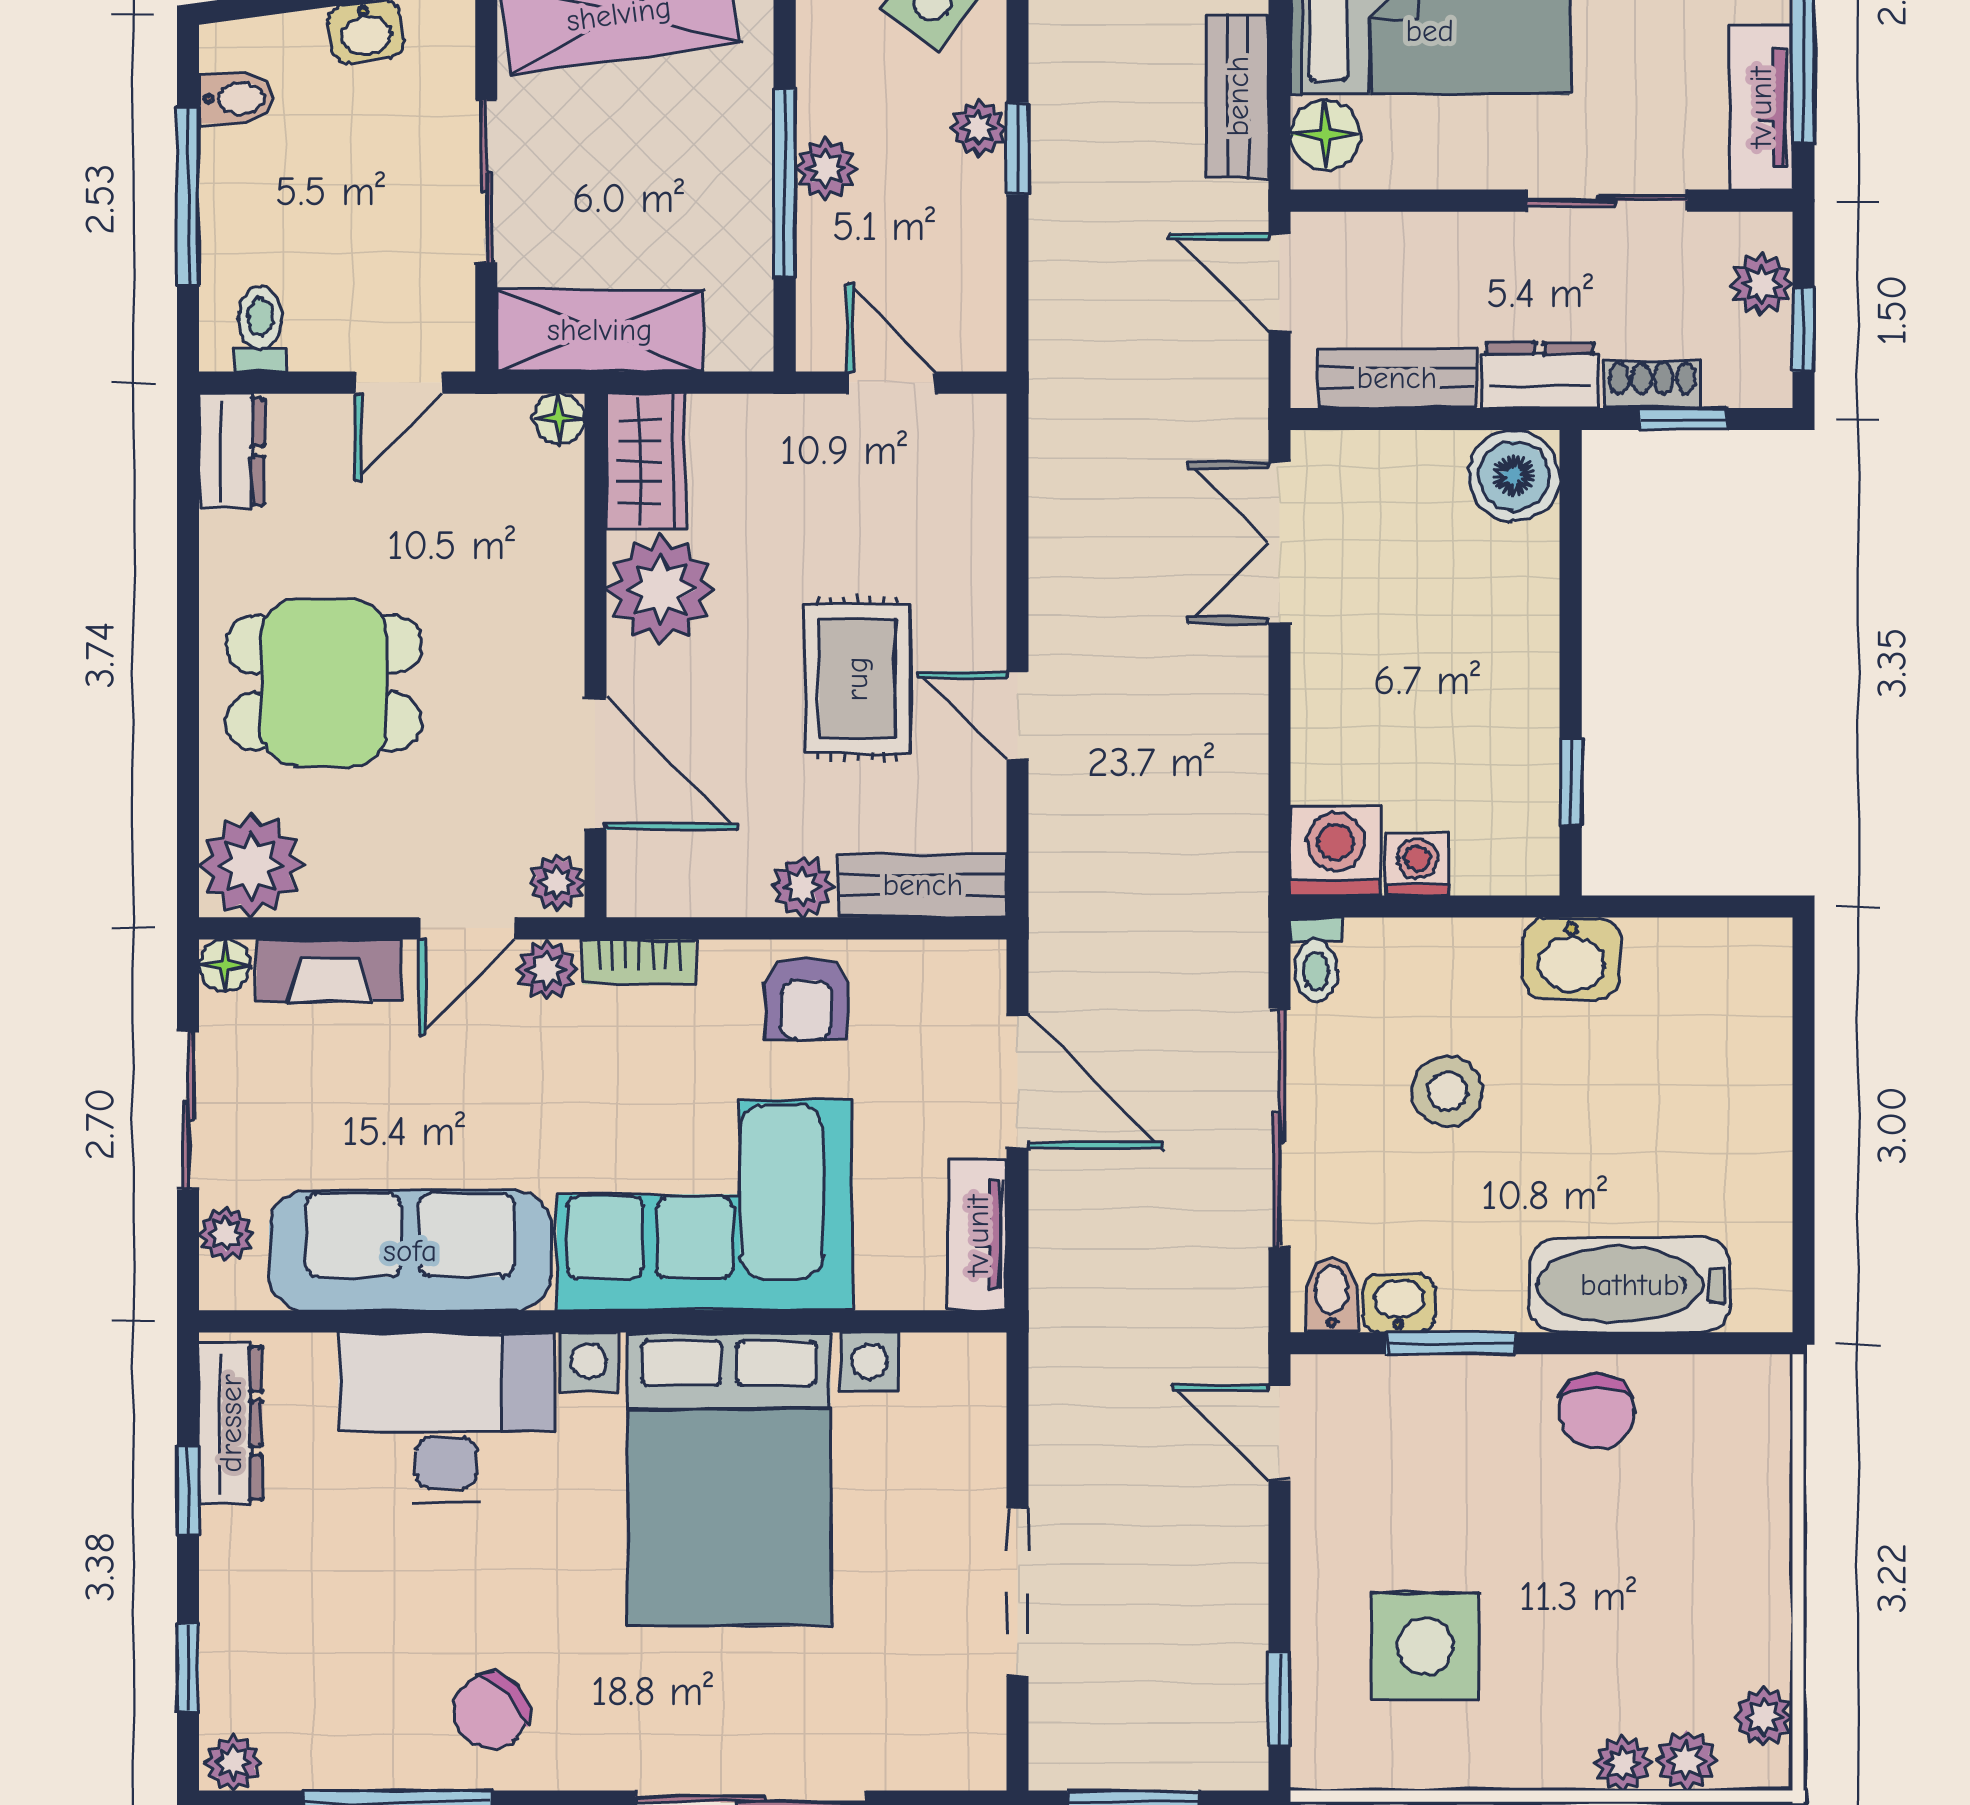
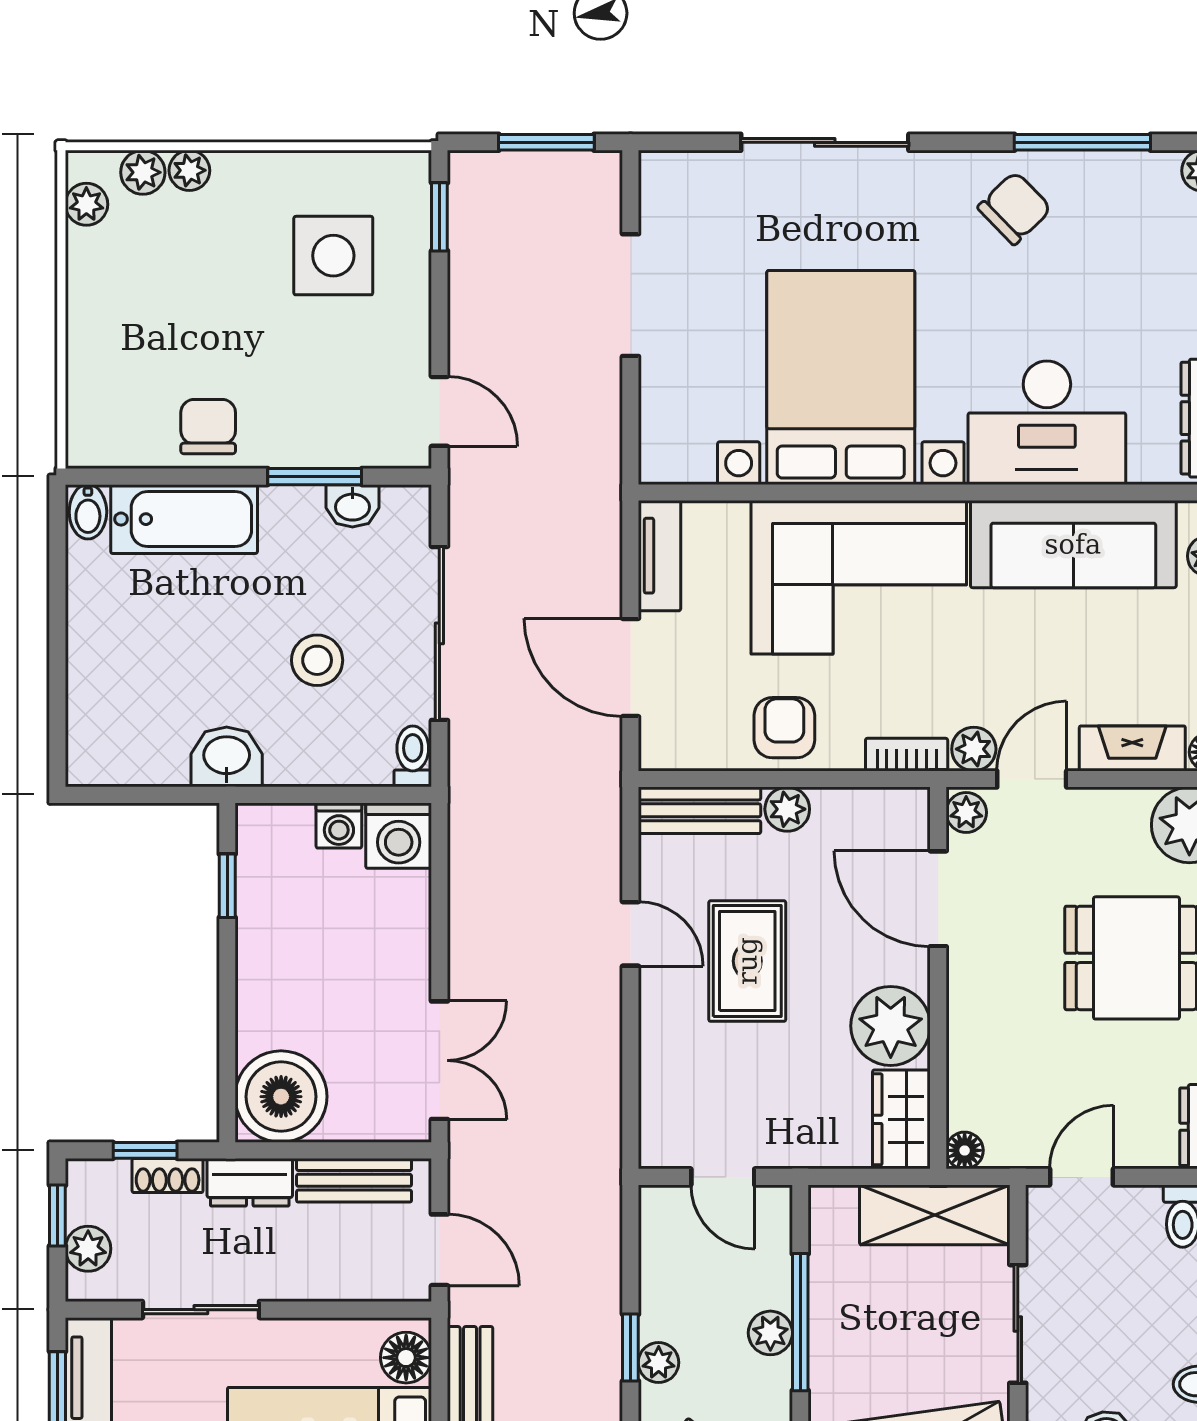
boiler: (1514, 476) -> (281, 1097), width x1.37, depth x1.37
bidet: (1331, 1295) -> (88, 512), moved

